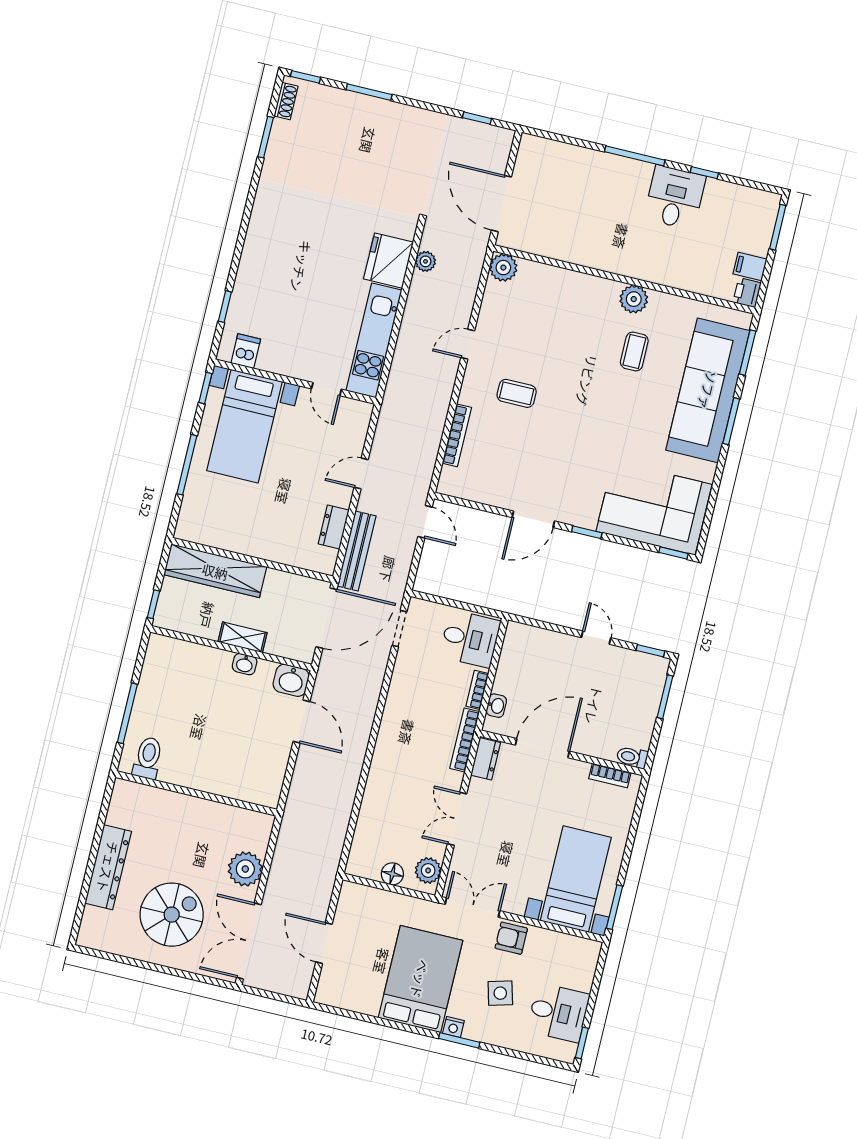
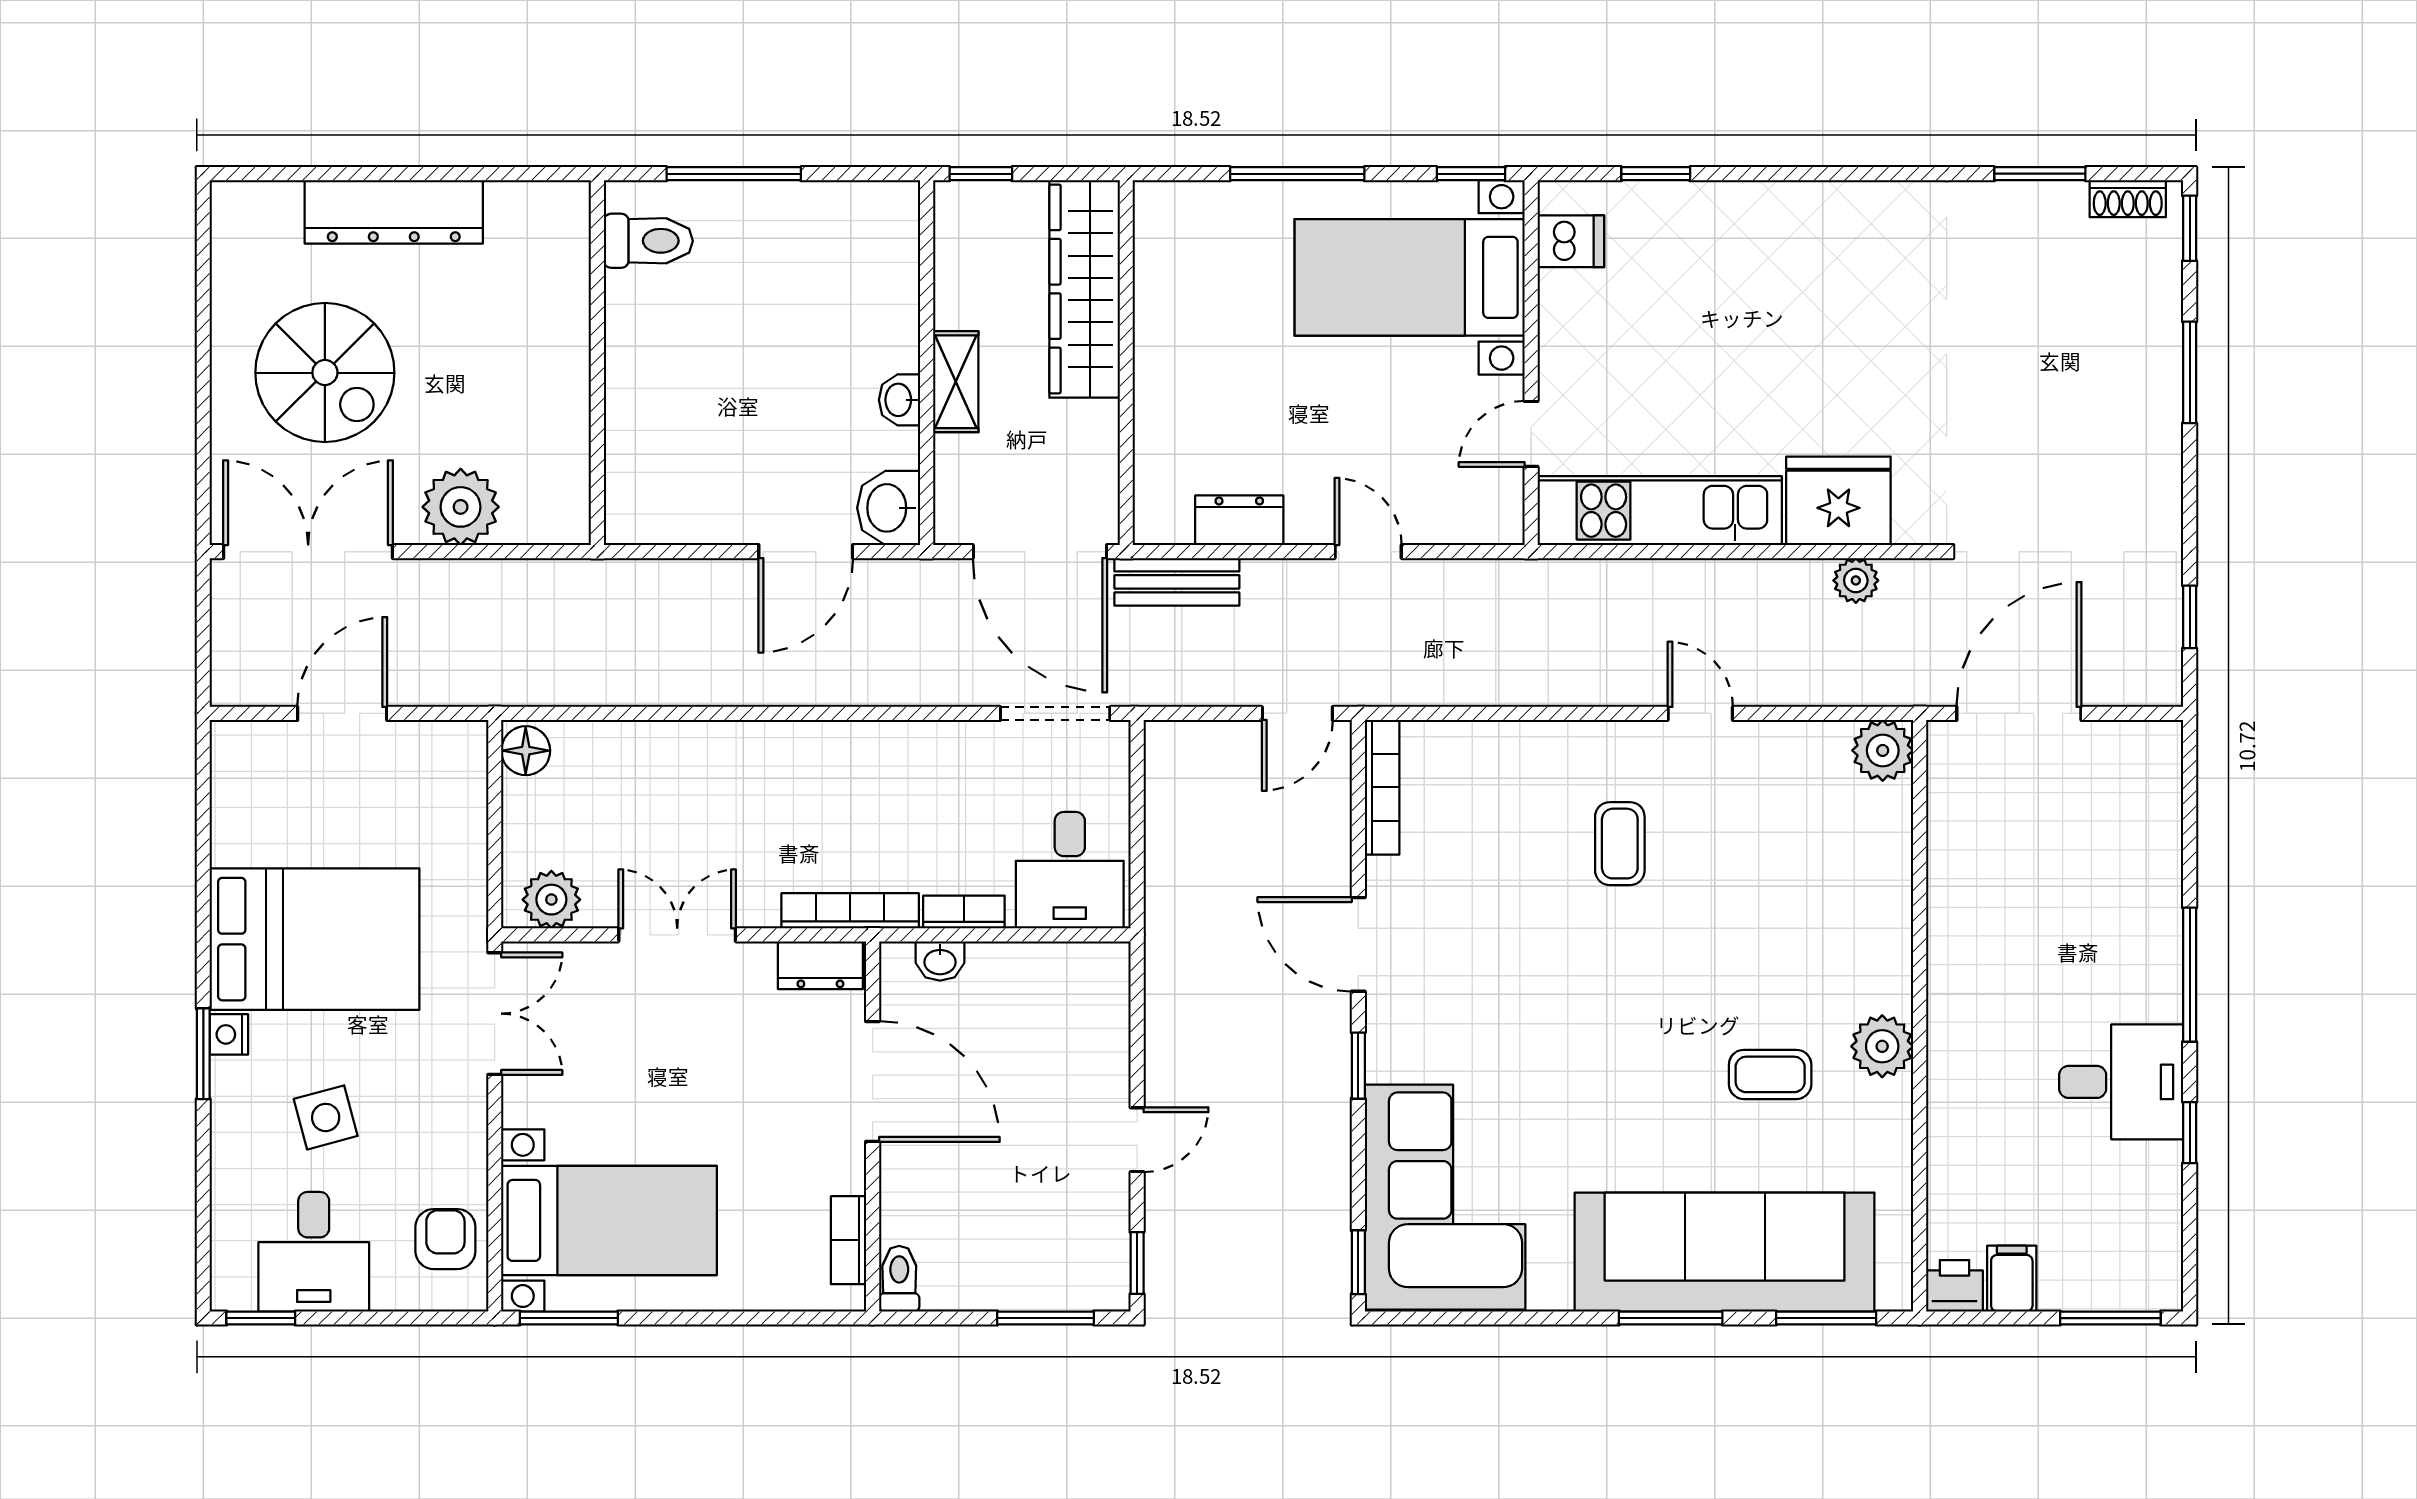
bookcase: (457, 435) -> (1382, 787), moved, turned -90
bench: (357, 551) -> (1177, 582), width x0.73
doorway: (399, 629) -> (1055, 713), width x1.38
floor lamp: (392, 874) -> (526, 751), moved
armchair: (511, 938) -> (445, 1239), moved

